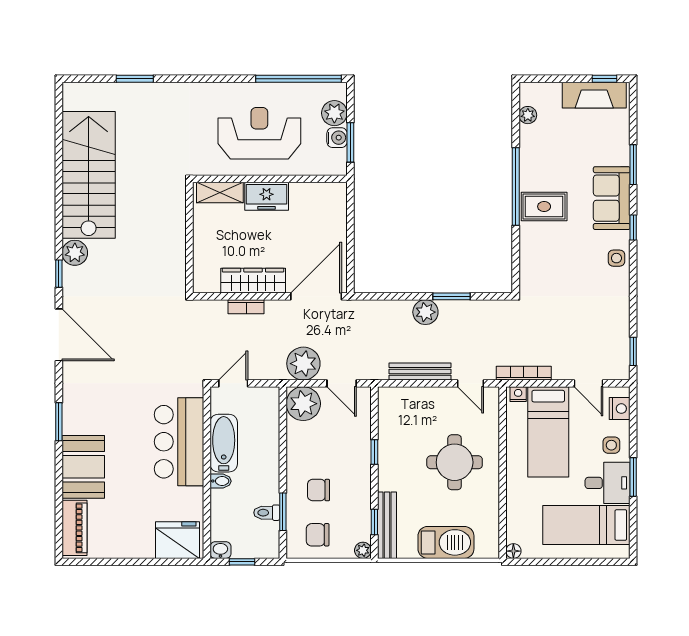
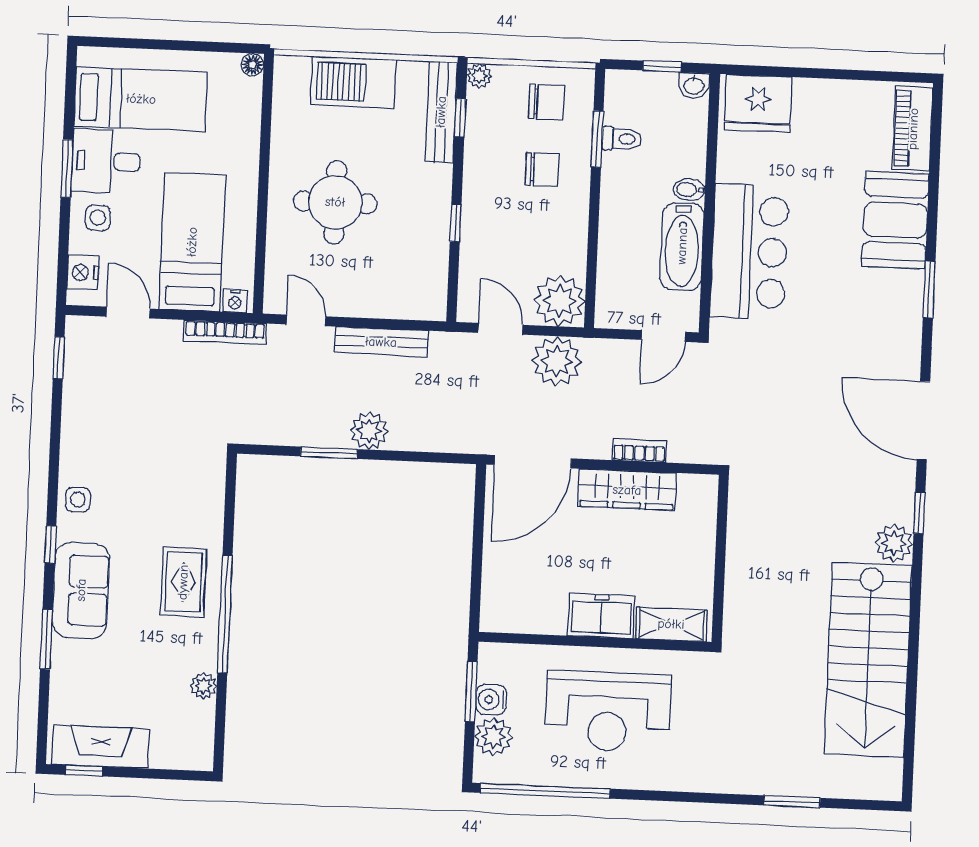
plant: (528, 115) -> (204, 686), moved
rug: (544, 207) -> (183, 582), turned 90

